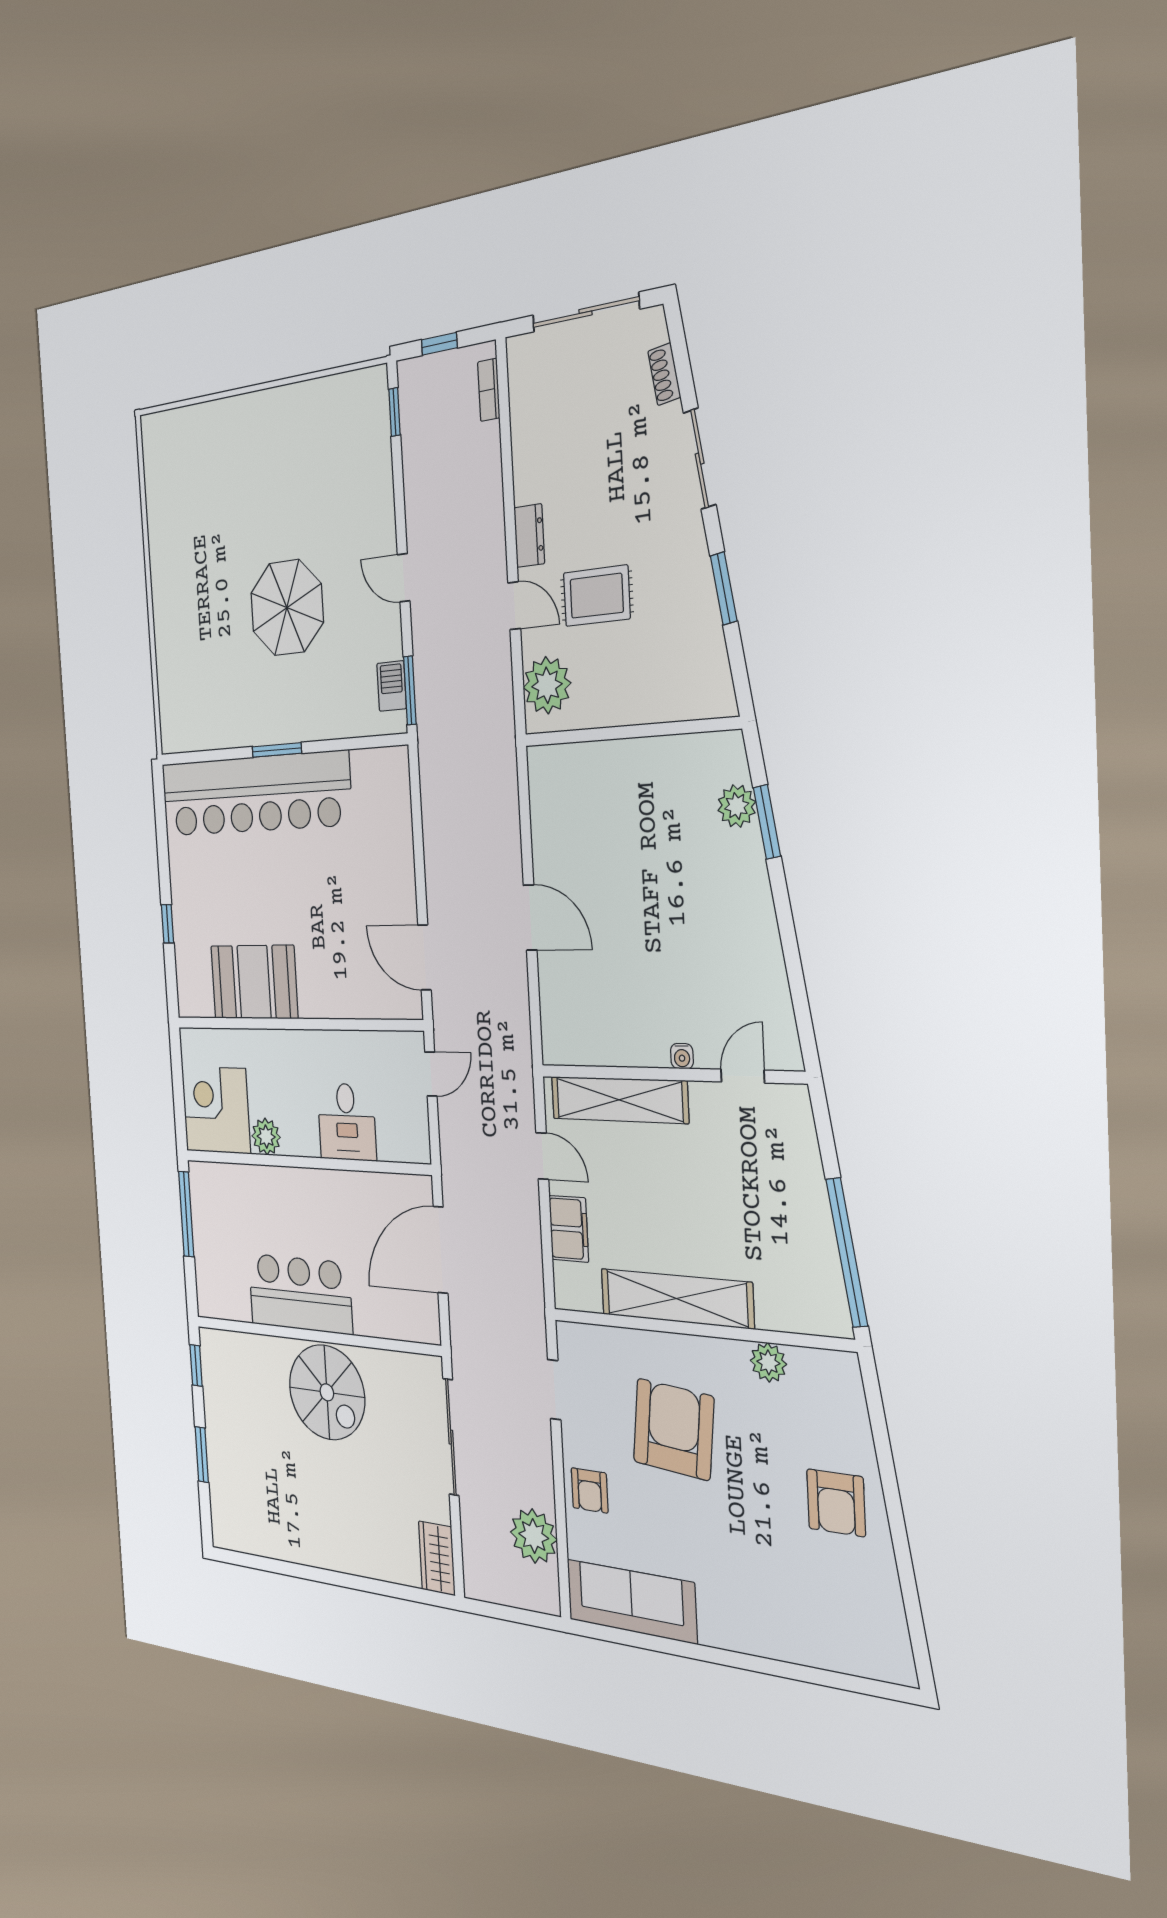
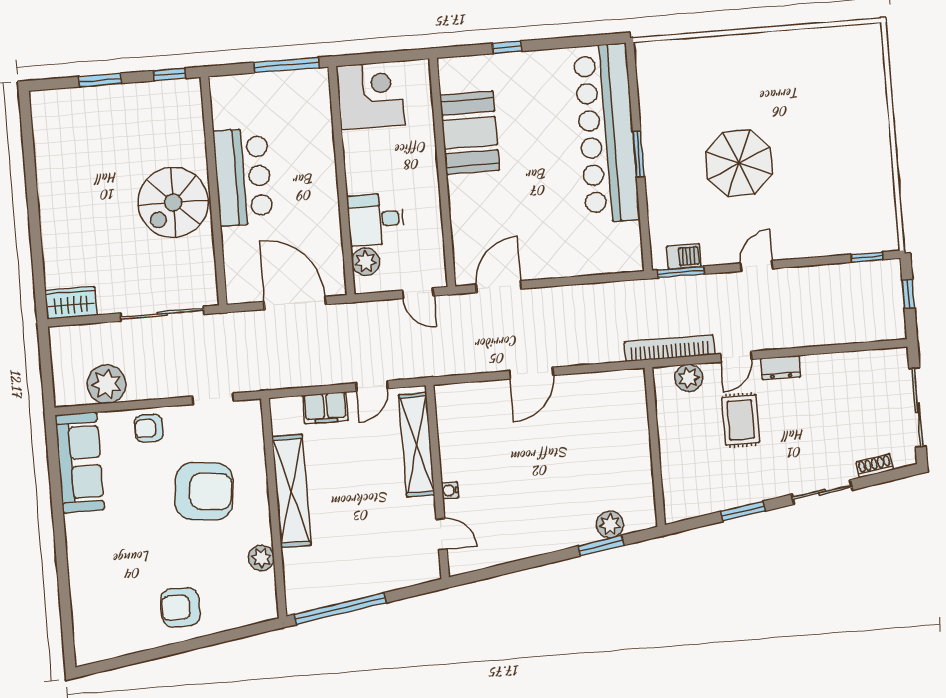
bookcase: (489, 390) -> (669, 348), moved, width x2.31, depth x1.31
plant: (547, 685) -> (689, 378), width x0.73, depth x0.73
plant: (266, 1137) -> (366, 262), moved

